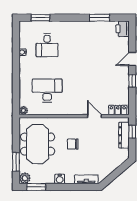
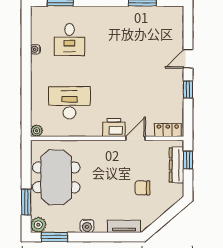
printer: (122, 29) -> (114, 127), moved, turned 90
door: (95, 116) -> (135, 138), hinge flipped
chair: (73, 144) -> (142, 188), moved

